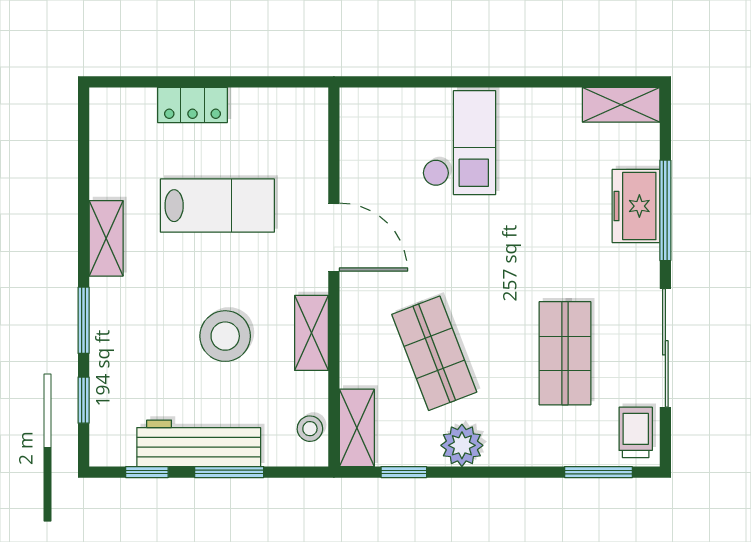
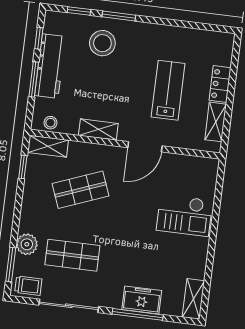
lab bench: (217, 206) -> (168, 90), turned 180
shelving: (106, 238) -> (216, 122), moved, turned 90
stool: (225, 336) -> (102, 43), moved
plant: (462, 445) -> (27, 244), moved

